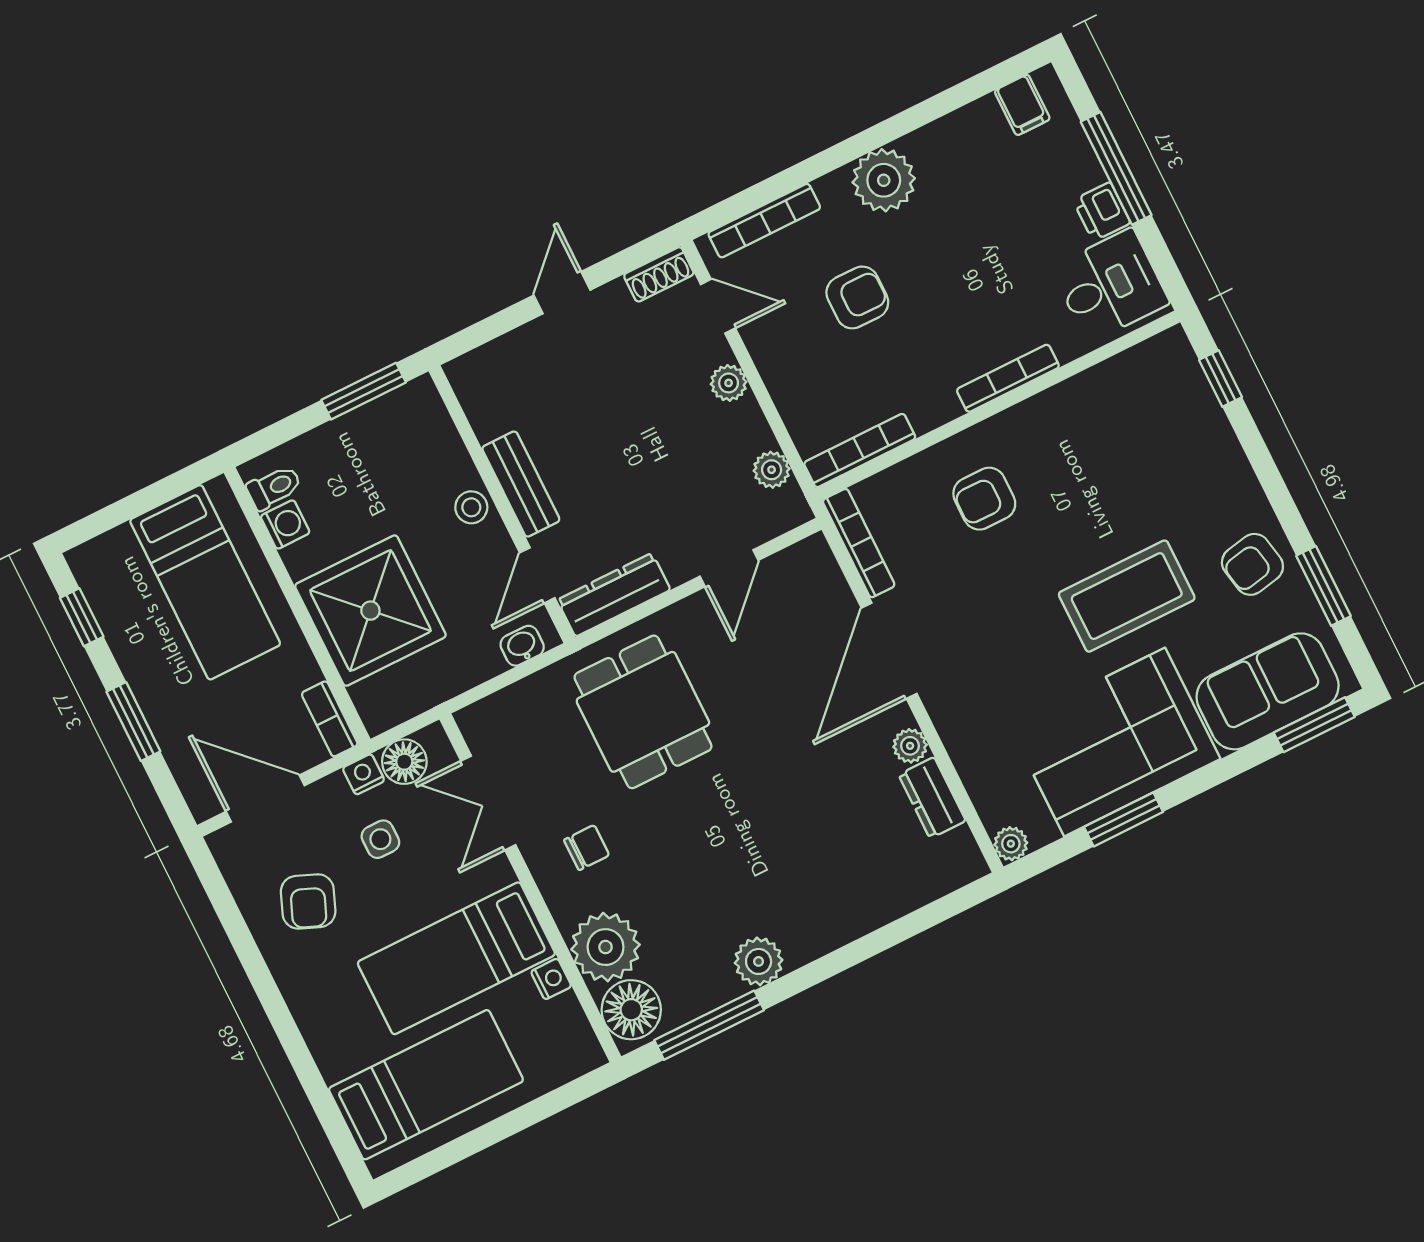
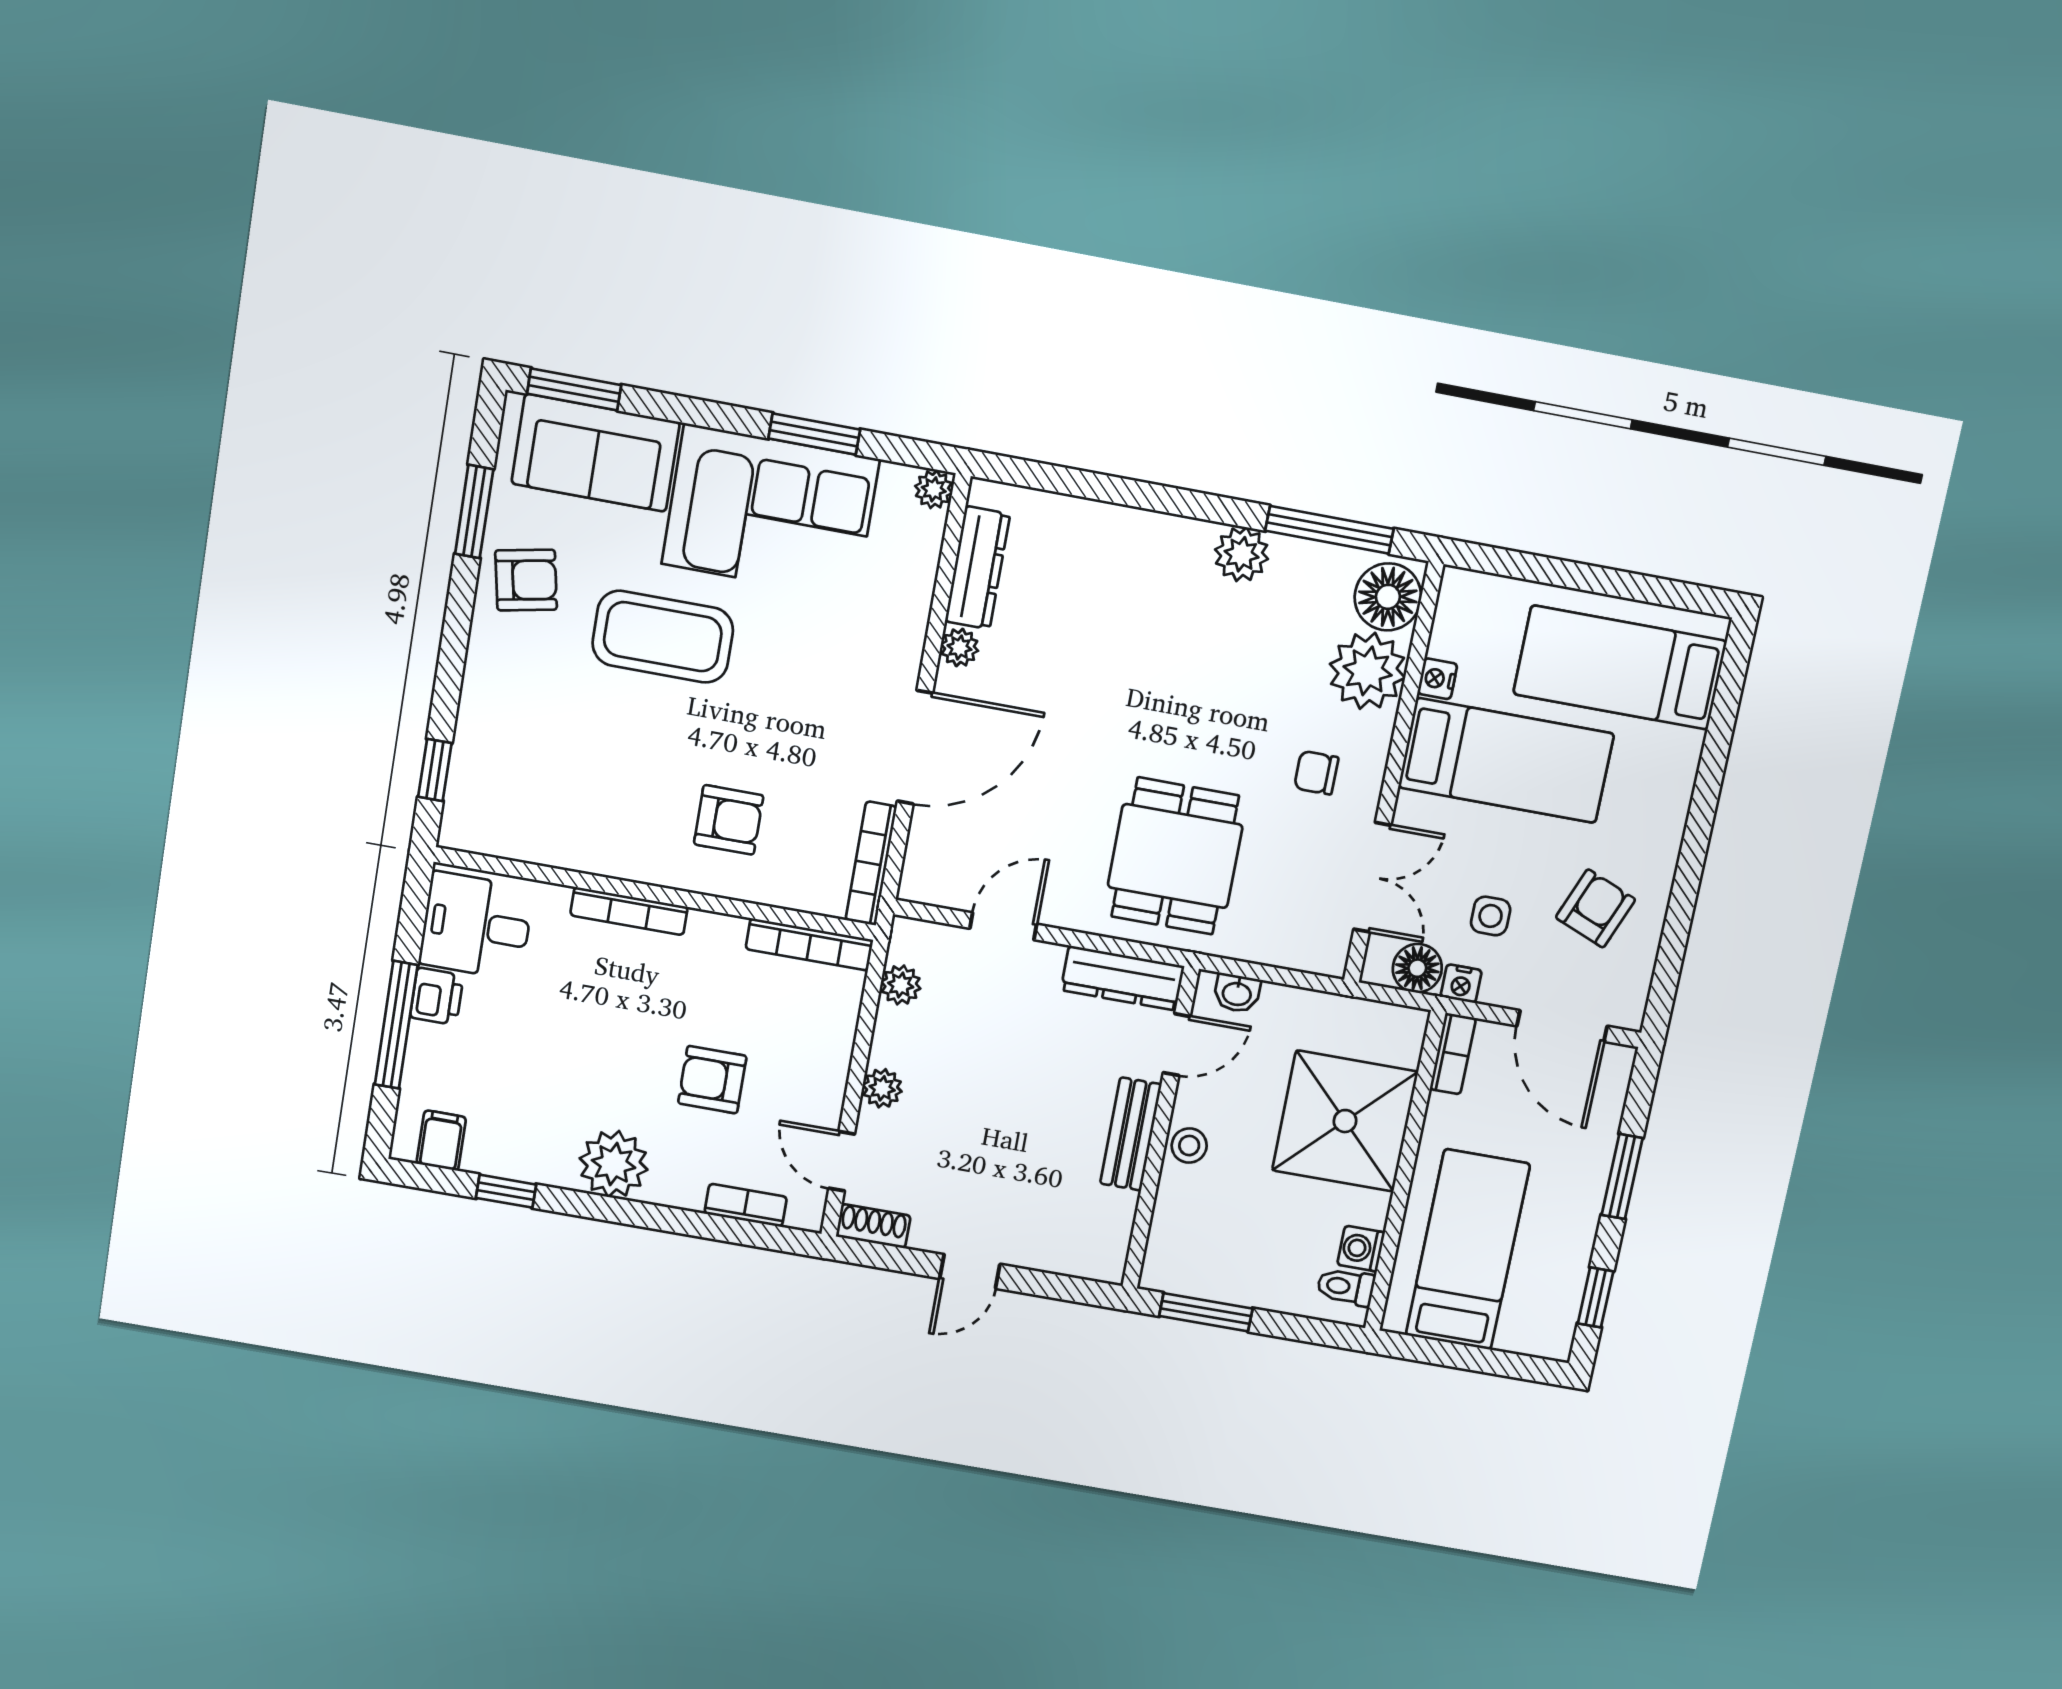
window: (948, 101) -> (506, 1191), added
bookcase: (764, 221) -> (746, 1205), width x0.64
dresser: (932, 798) -> (977, 568), width x1.44

